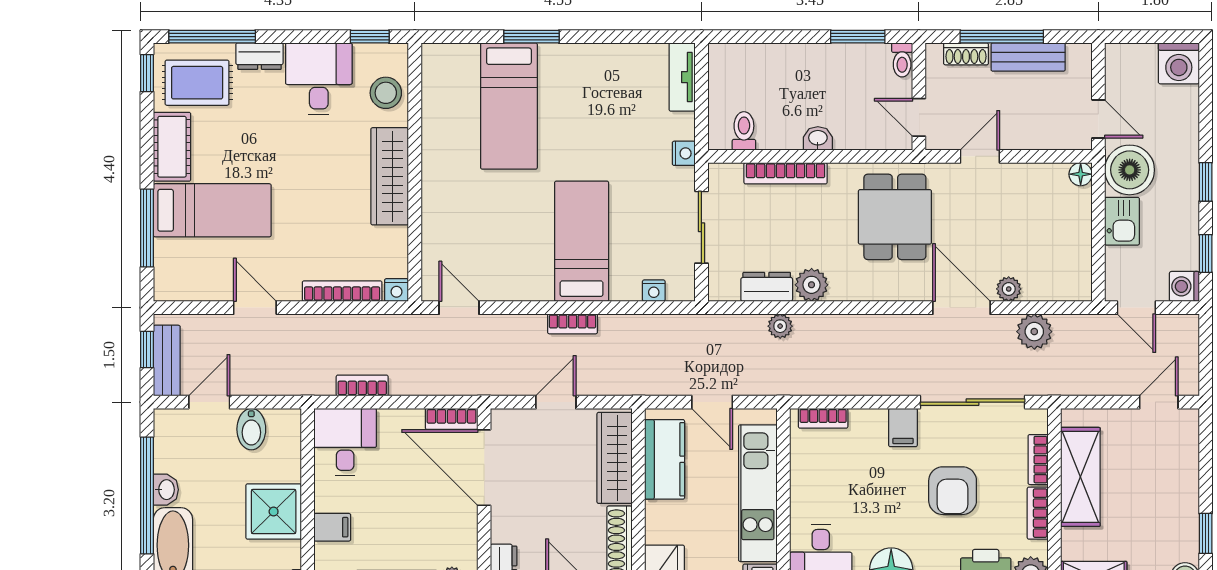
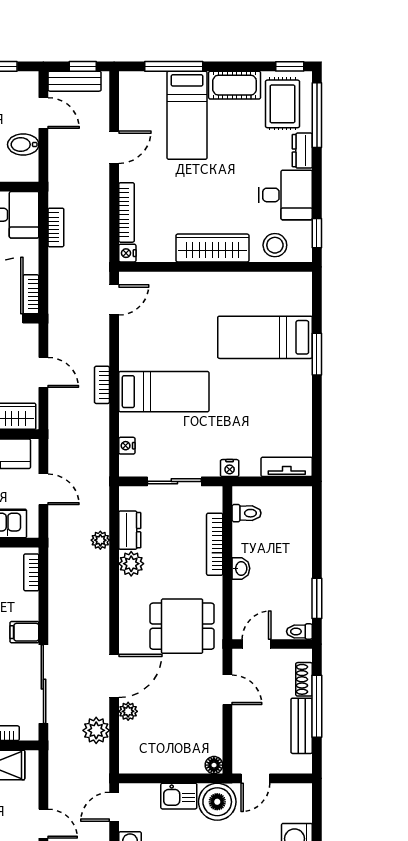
door: (712, 402) -> (43, 489), swing flipped

